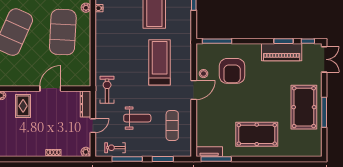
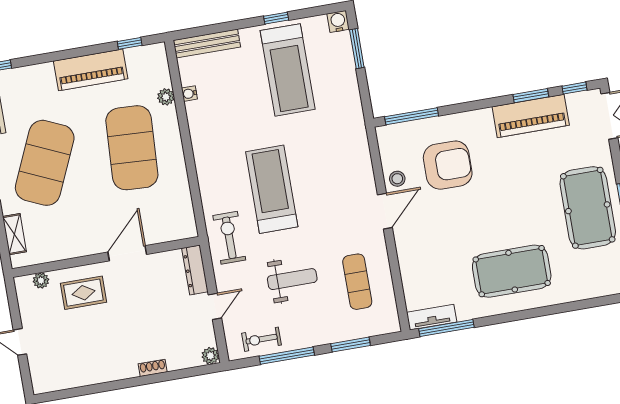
treadmill: (160, 62) -> (272, 189), moved
armchair: (232, 71) -> (448, 165), turned -90
rug: (23, 106) -> (83, 293), turned 90

